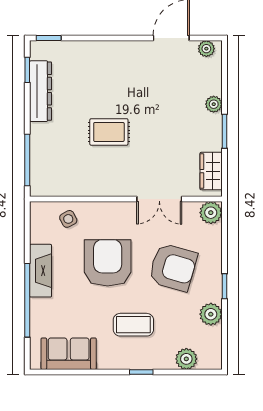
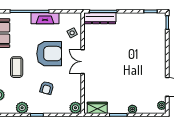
dresser: (40, 91) -> (100, 18), moved
rug: (109, 132) -> (118, 54), removed
double door: (159, 199) -> (83, 62), moved
armchair: (173, 267) -> (47, 88), width x0.53, depth x0.53

